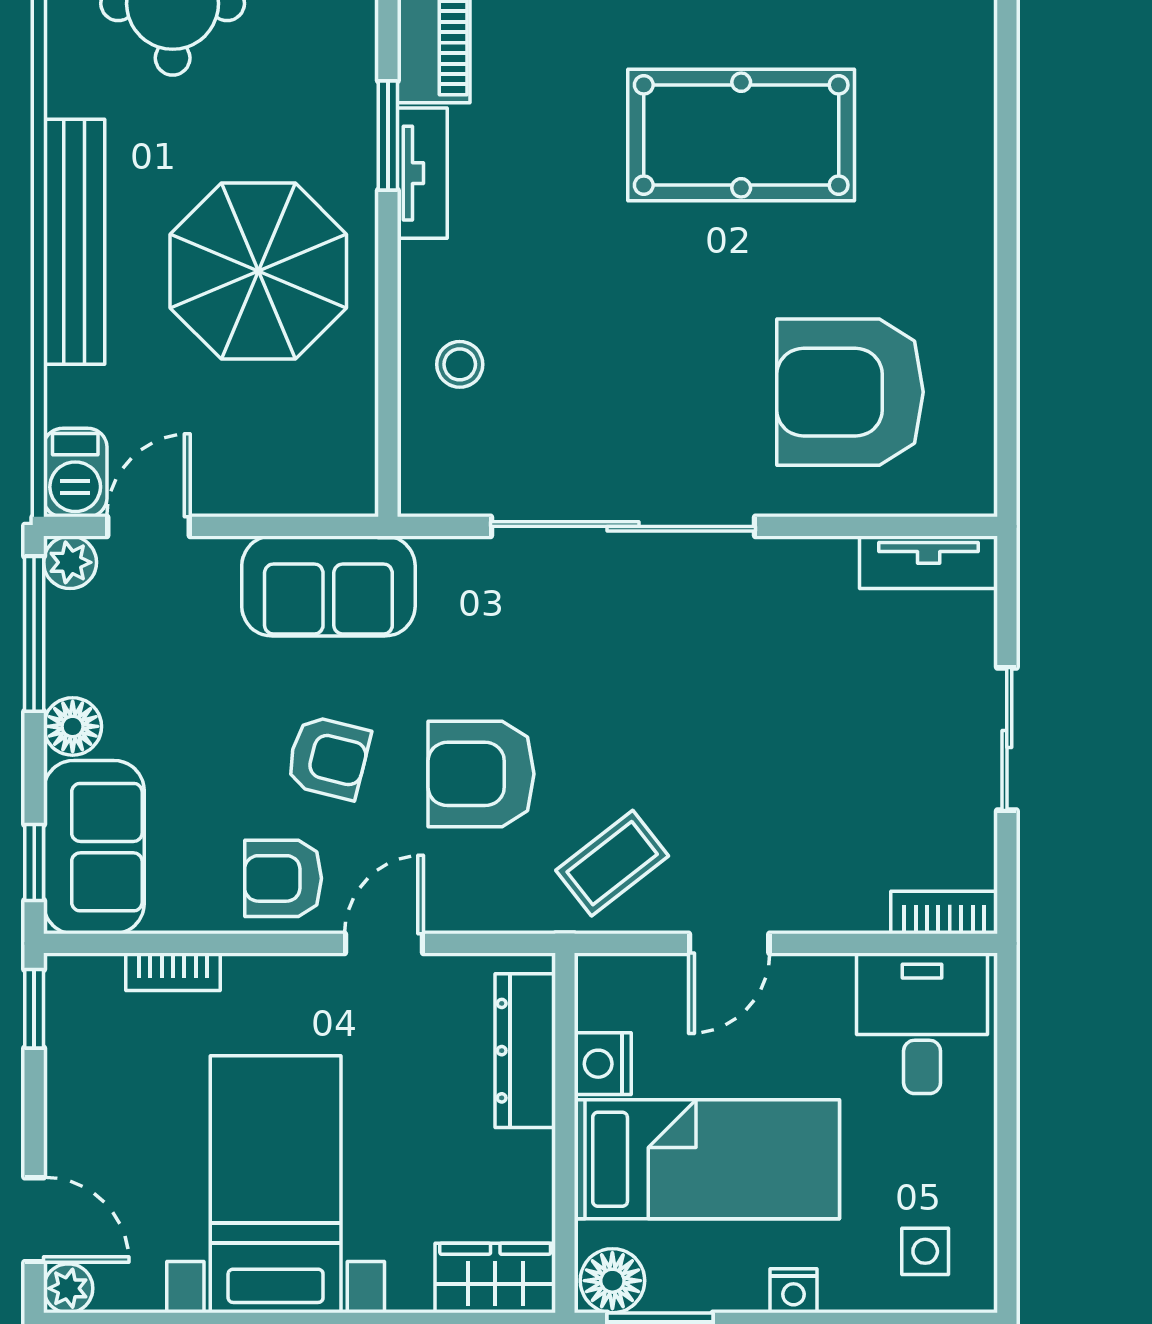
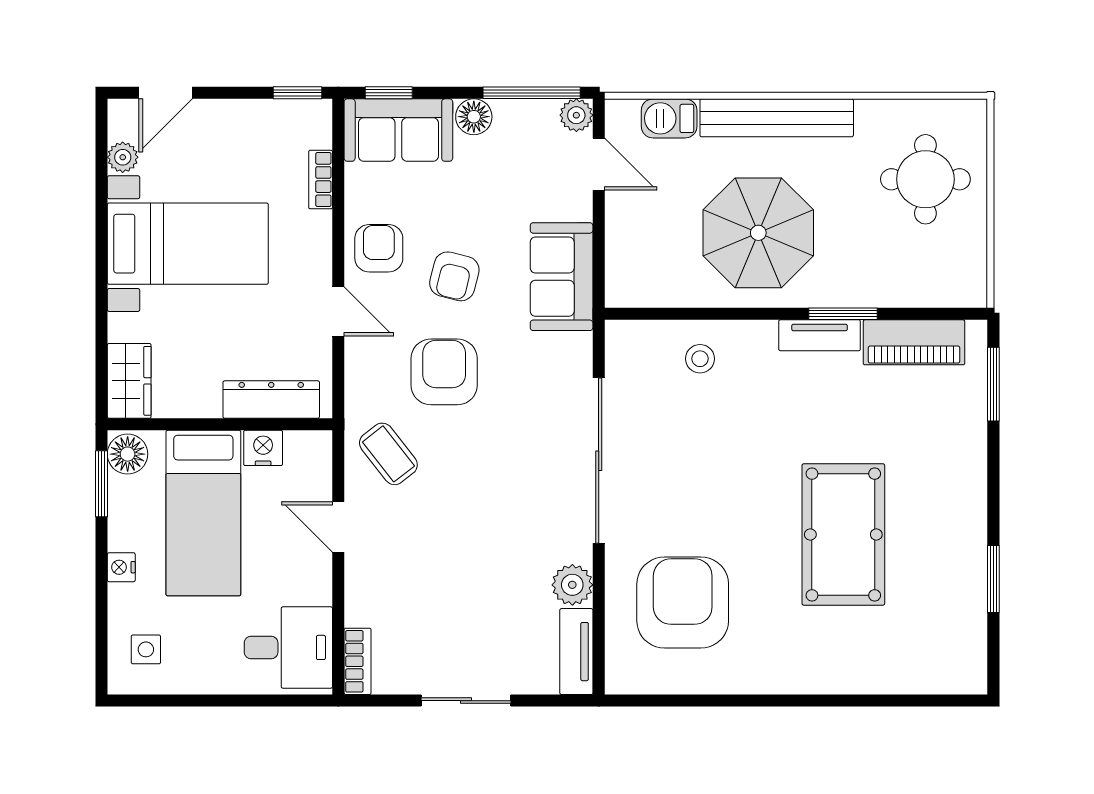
barbecue: (75, 473) -> (669, 118), moved
plant: (822, 569) -> (572, 585), added
plant: (68, 1288) -> (123, 157), moved

